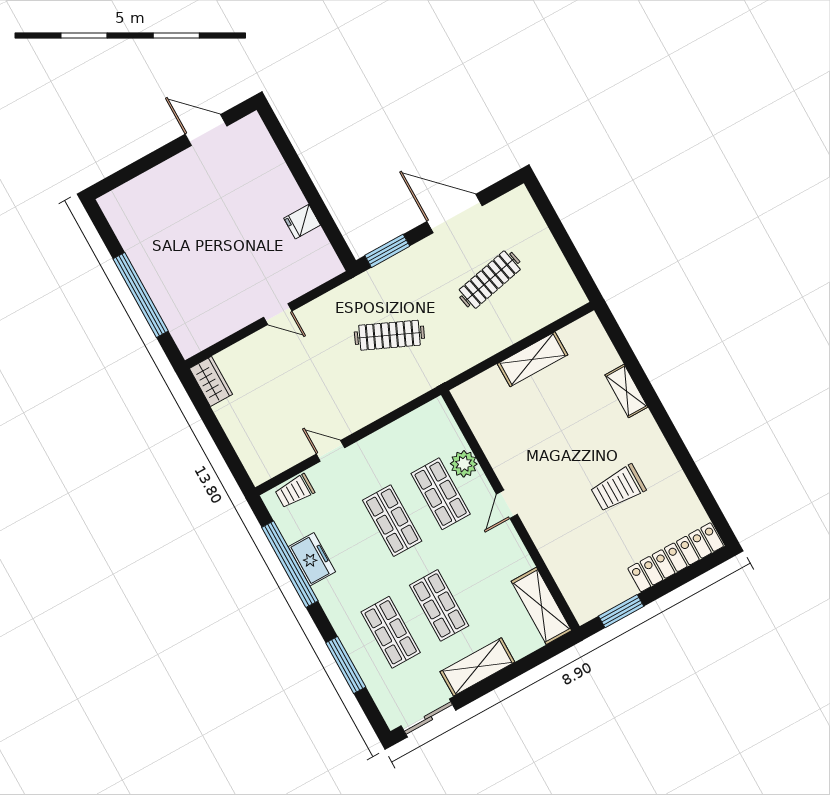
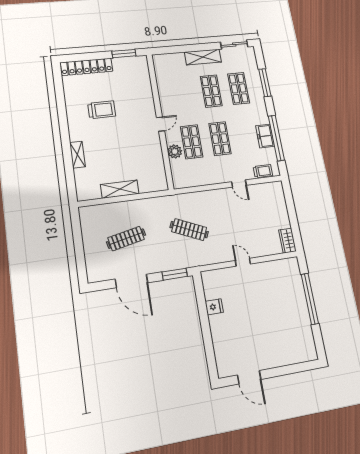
shelving: (541, 606) -> (162, 71), removed

